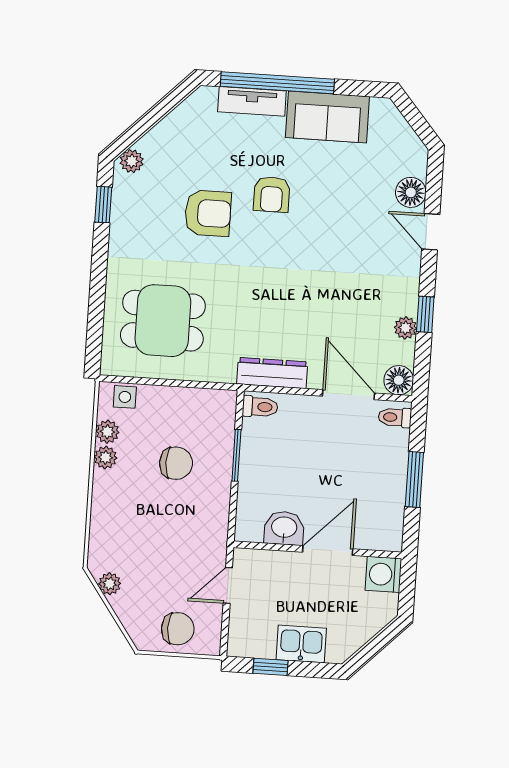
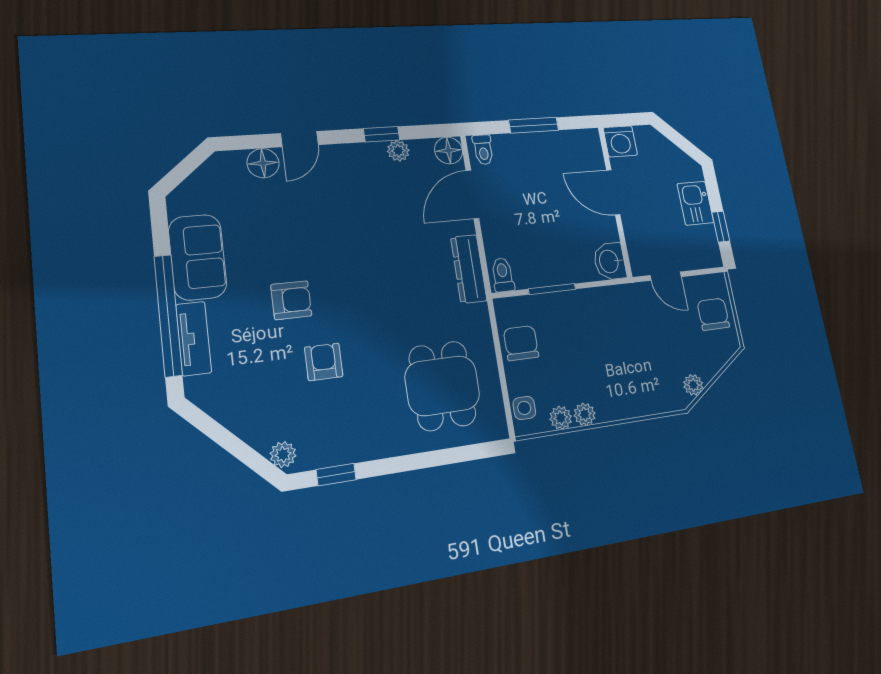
armchair: (208, 213) -> (324, 362), width x0.72, depth x0.72
chair: (176, 463) -> (521, 343), moved
washbasin: (284, 528) -> (610, 261), moved

